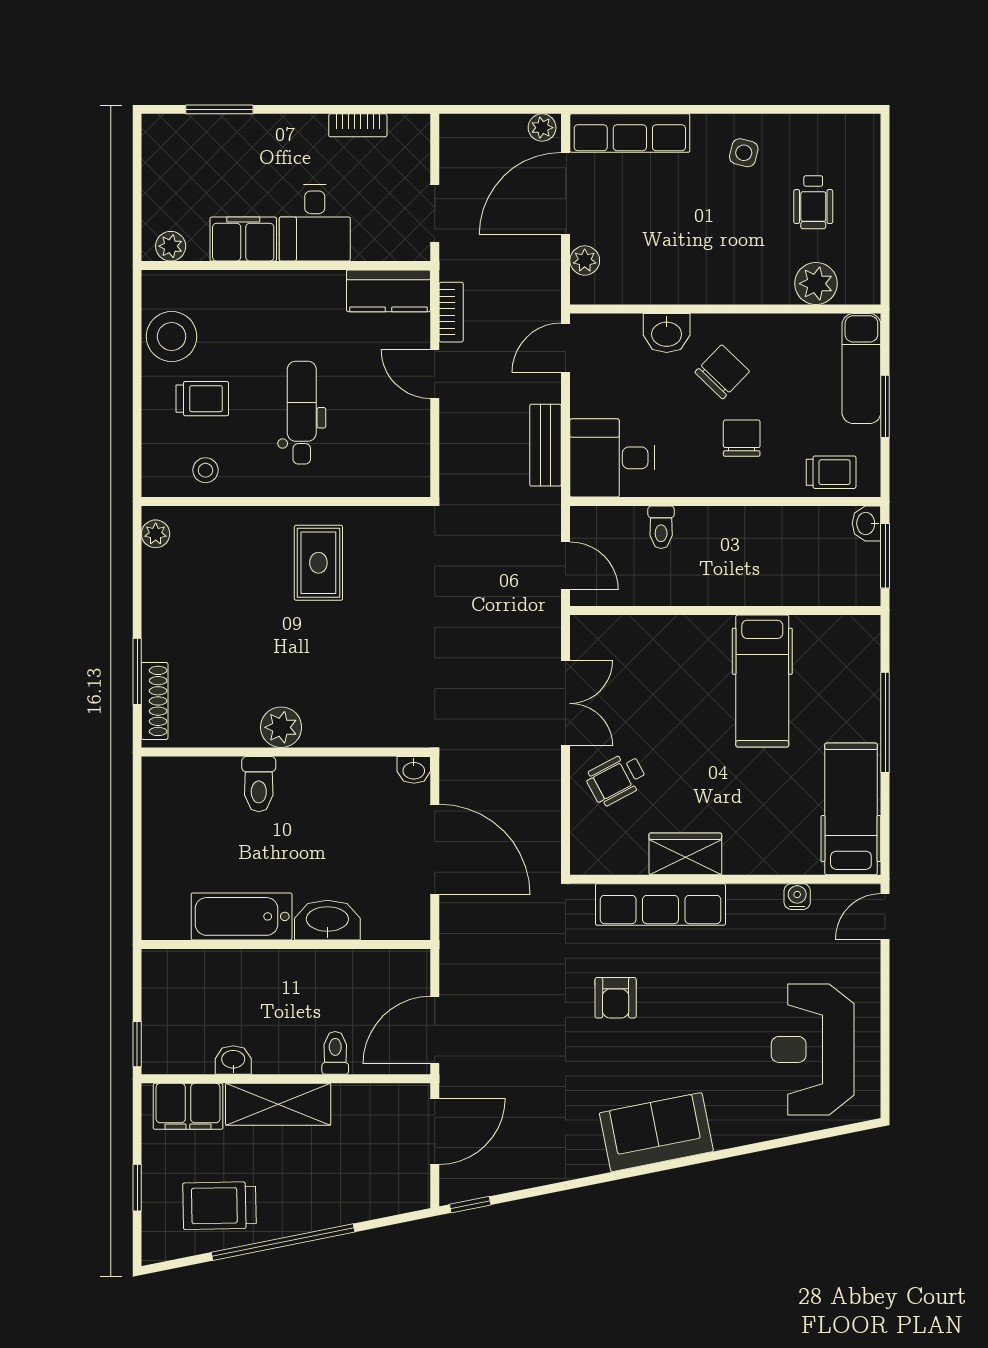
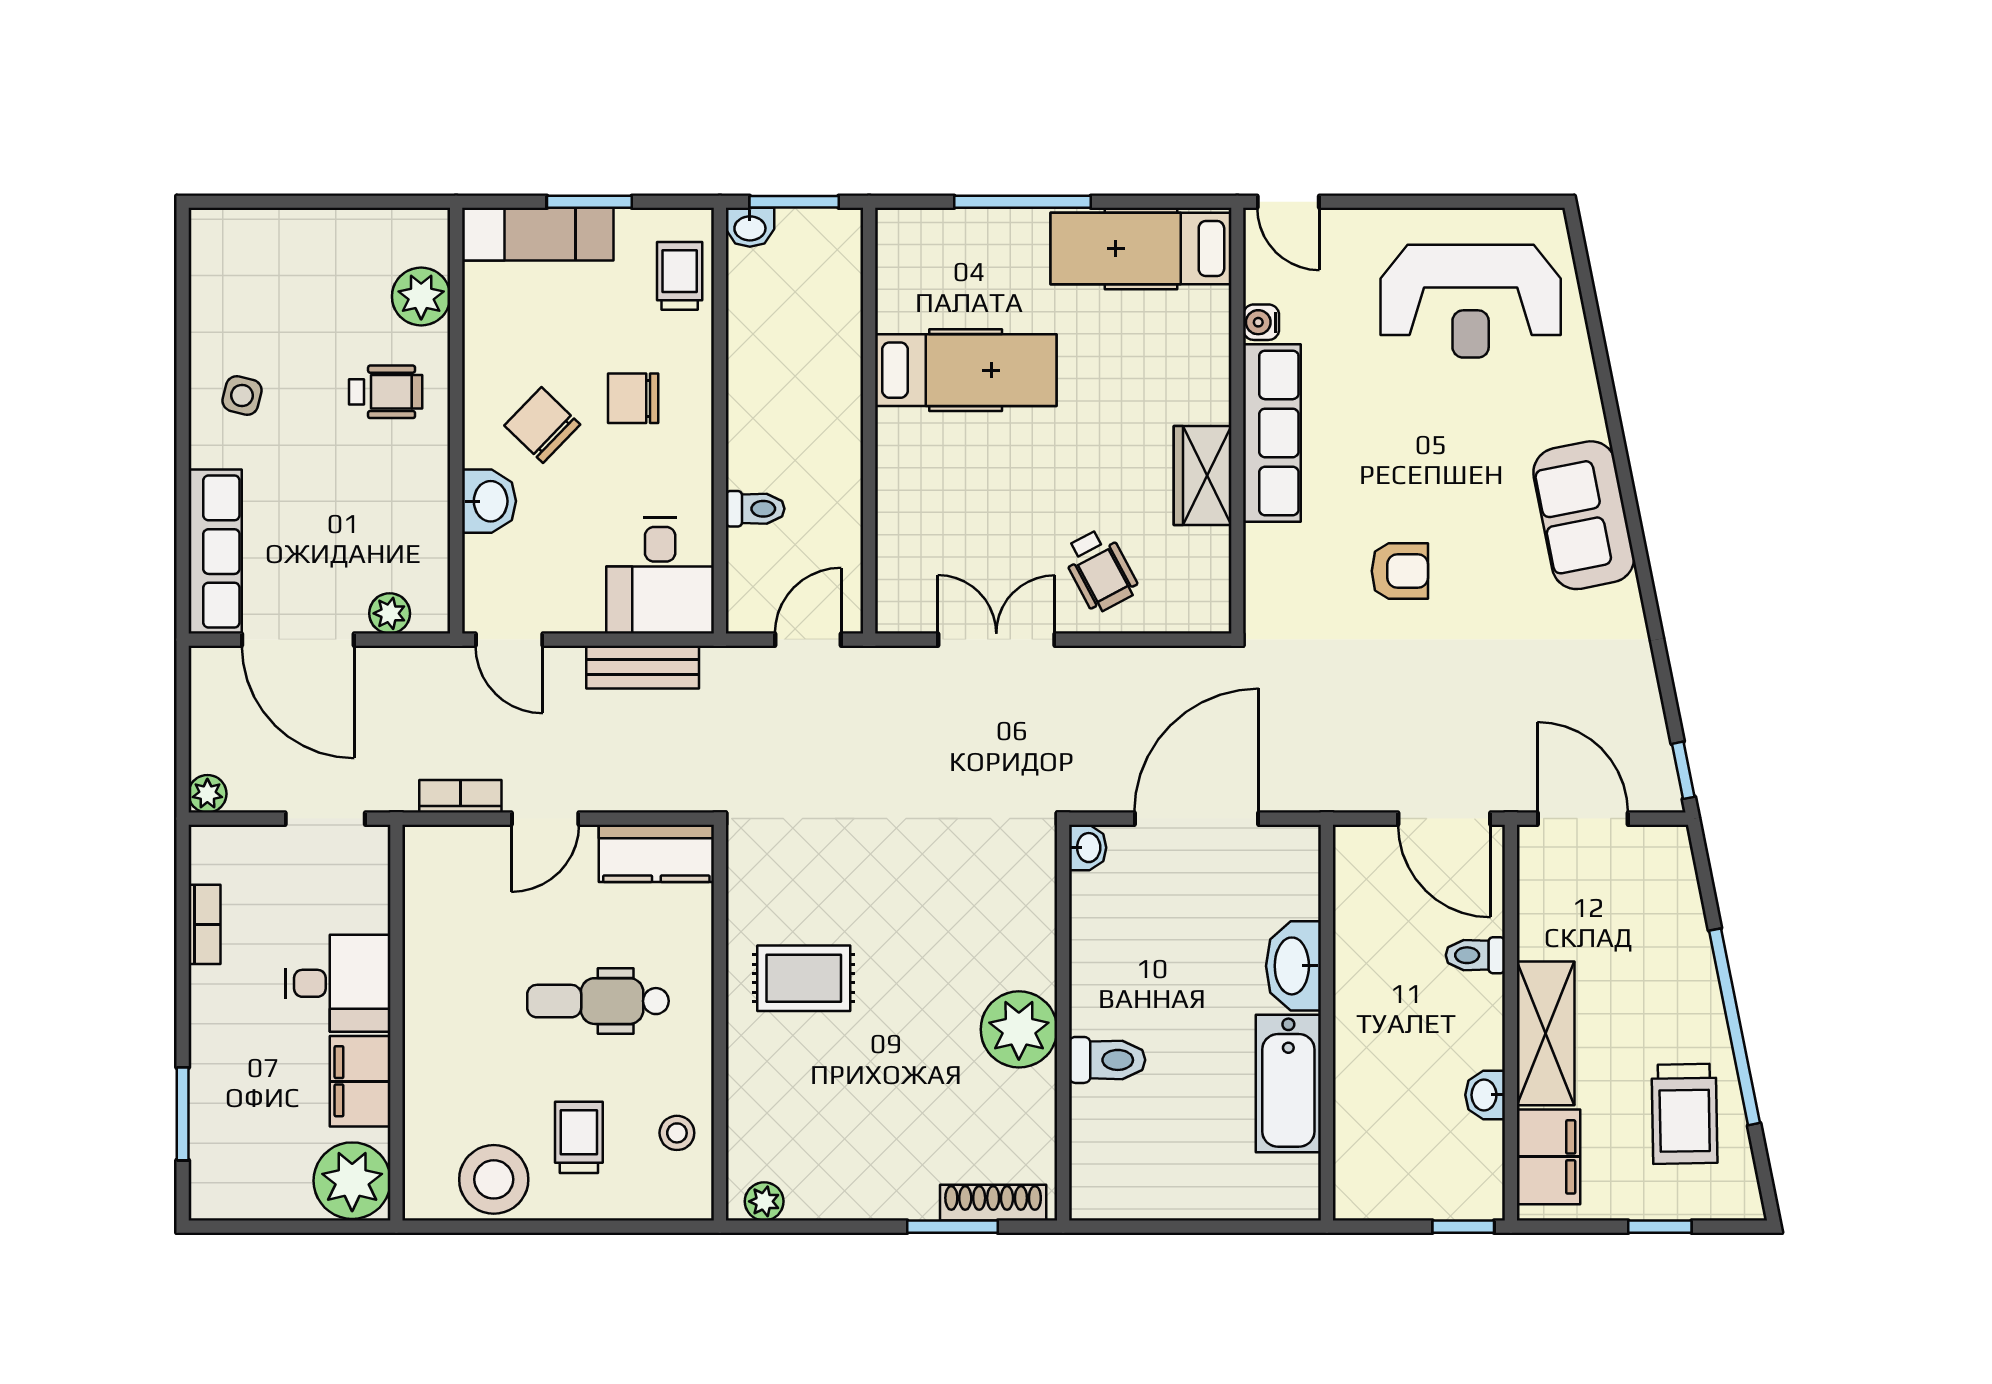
plant: (542, 128) -> (207, 794), moved
wheelchair: (813, 202) -> (386, 392), moved
plant: (171, 246) -> (352, 1181), width x1.88, depth x1.88
kitchen counter: (389, 291) -> (656, 853), moved, turned 90
plant: (281, 727) -> (1019, 1029), width x1.36, depth x1.36
row of seats: (660, 904) -> (1272, 433), moved

